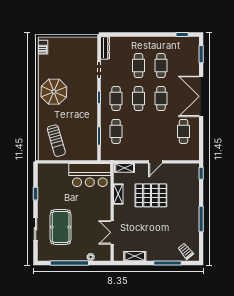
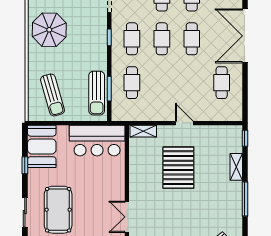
sun lounger: (89, 139) -> (97, 93), added
door: (155, 162) -> (184, 123), swing flipped
booth: (48, 179) -> (42, 146), added
shelving: (118, 194) -> (236, 167), moved
pallet: (151, 195) -> (178, 168), turned 90

